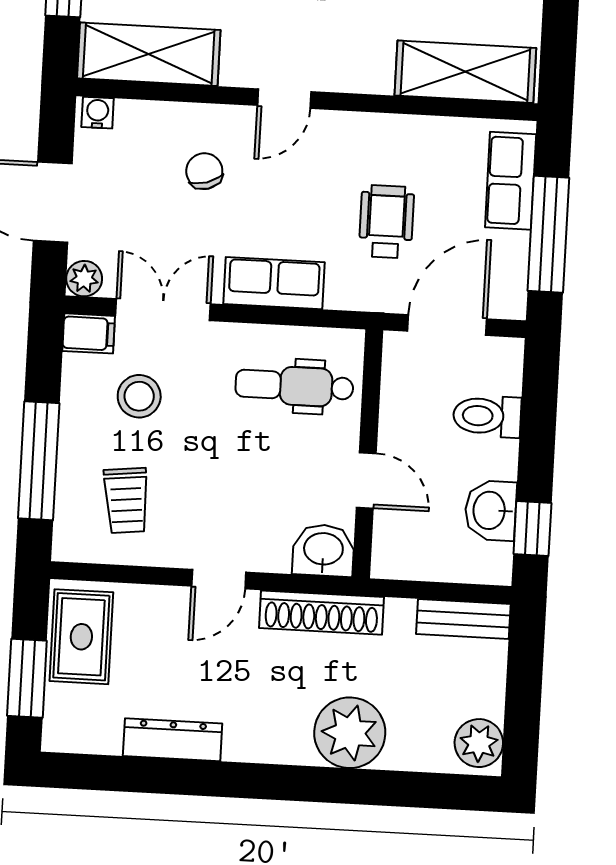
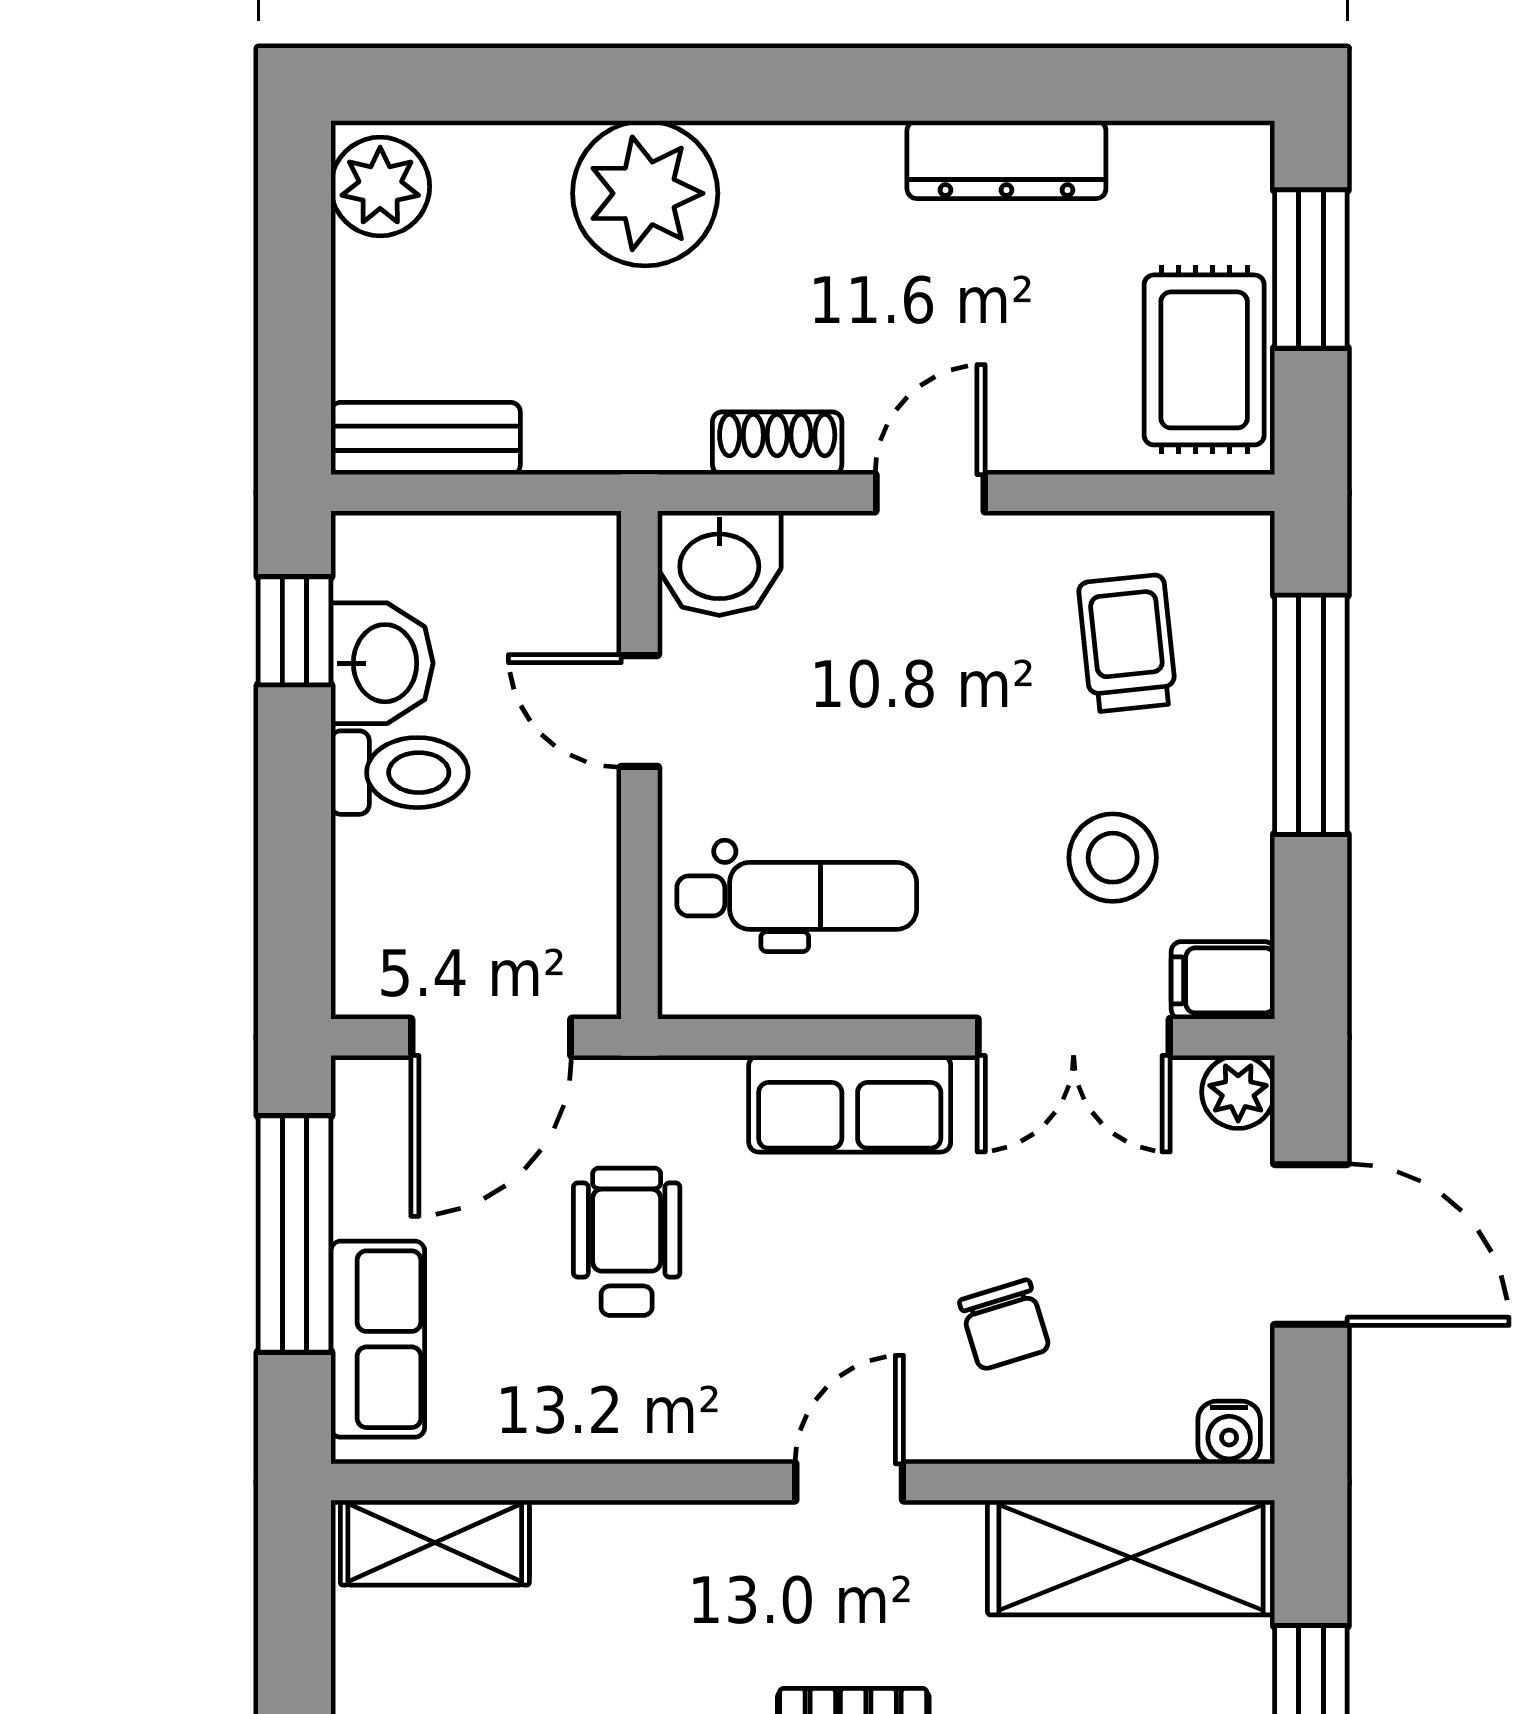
shelving: (465, 72) -> (435, 1543), width x0.67, depth x0.75
wheelchair: (387, 222) -> (627, 1242), turned 180
toilet: (487, 416) -> (400, 773), moved
shoe rack: (322, 613) -> (777, 443), width x0.51, depth x0.81

